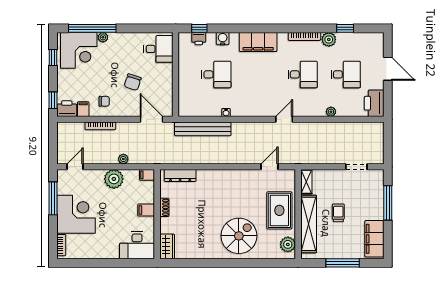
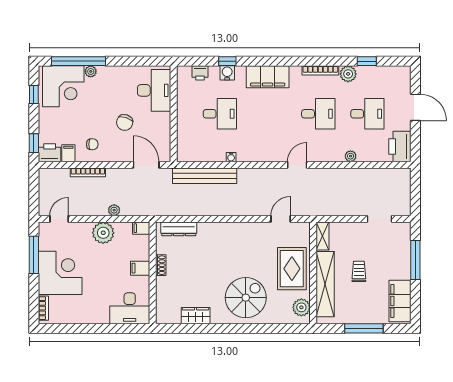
window: (199, 28) -> (227, 61), moved
desk: (158, 49) -> (154, 90), width x1.37
wardrobe: (167, 246) -> (196, 316), moved, turned -90

